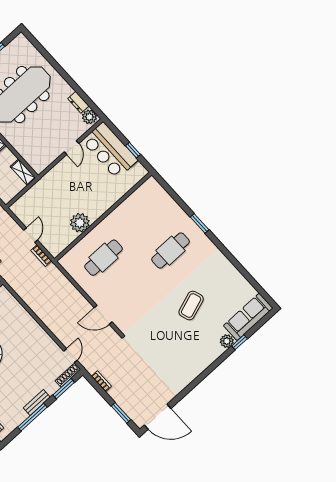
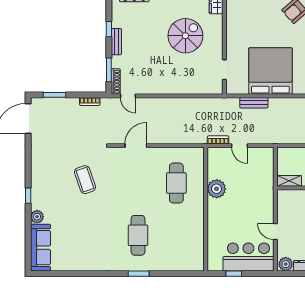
coffee table: (191, 305) -> (85, 180), moved
window: (240, 342) -> (28, 196), moved
window: (32, 417) -> (109, 29), width x0.46

